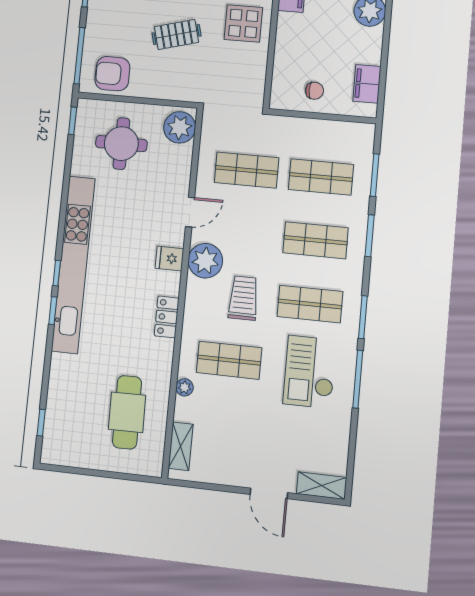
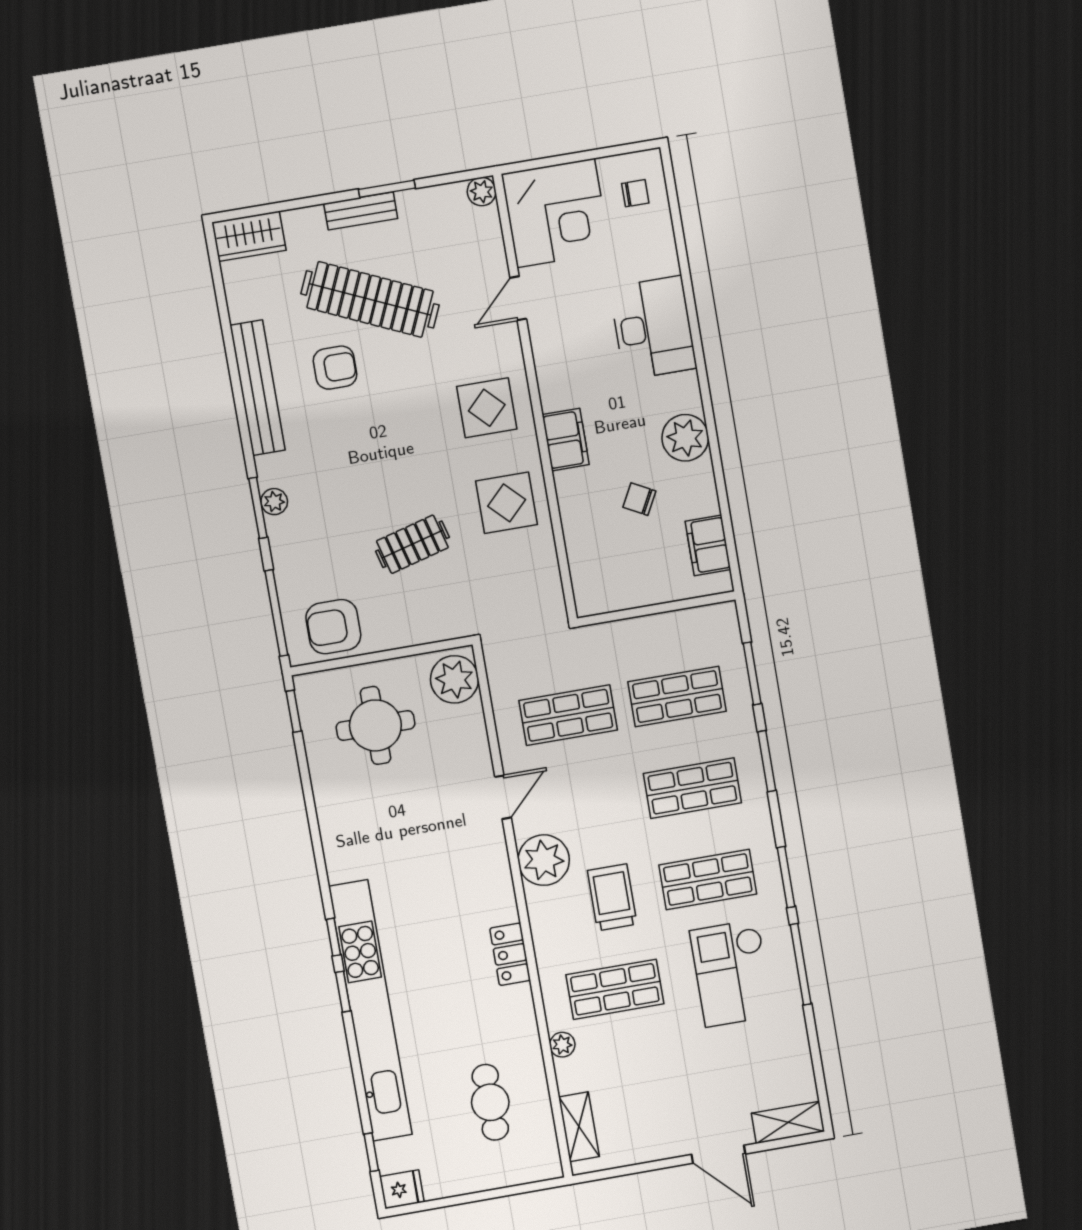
chair: (315, 91) -> (639, 499), moved, turned -152
fridge: (170, 259) -> (402, 1189), moved, turned 180
kitchen unit: (73, 264) -> (370, 1011), moved
cafe table: (127, 412) -> (490, 1102), width x0.73, depth x0.74

